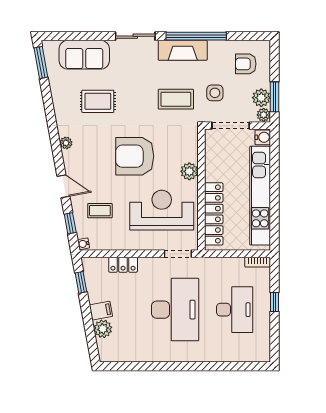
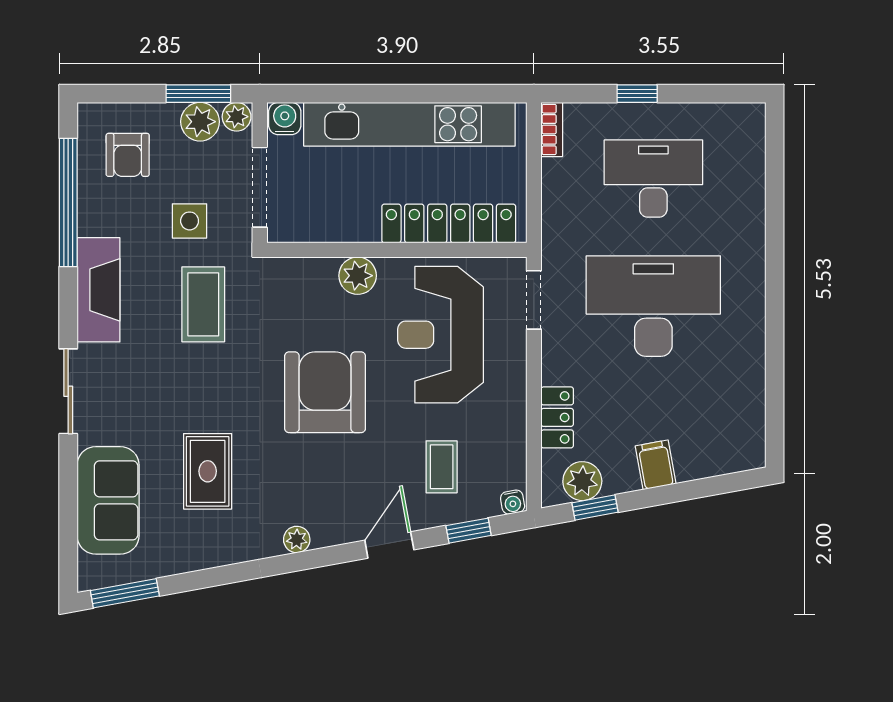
window: (196, 36) -> (68, 202), moved
armchair: (135, 156) -> (325, 392), turned 180
plant: (103, 329) -> (582, 481), moved

